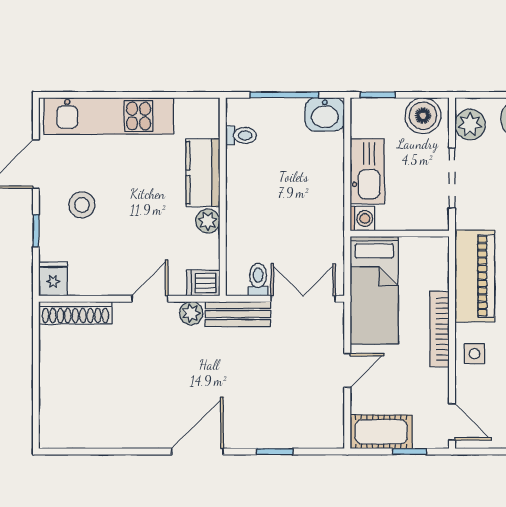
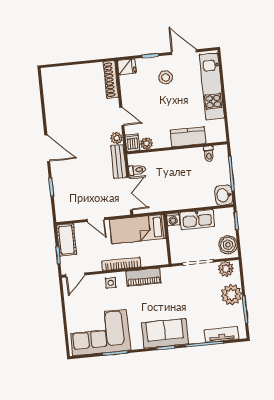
plant: (208, 221) -> (146, 143), moved
piano: (475, 276) -> (143, 277), width x0.73, depth x0.75

